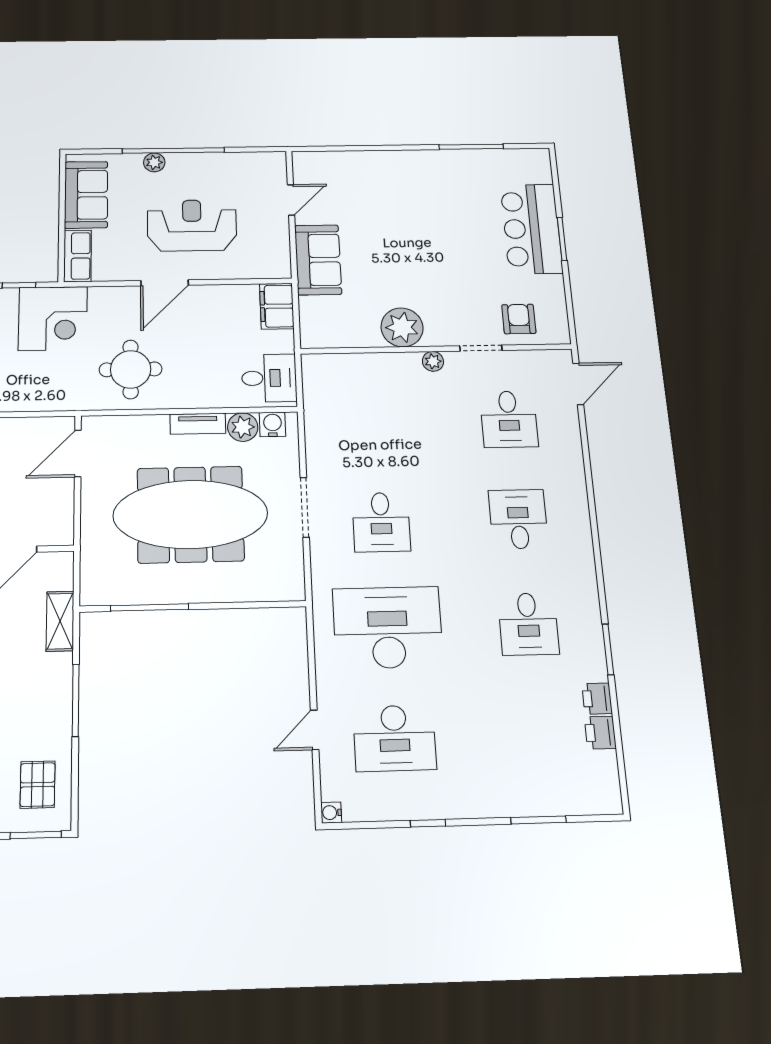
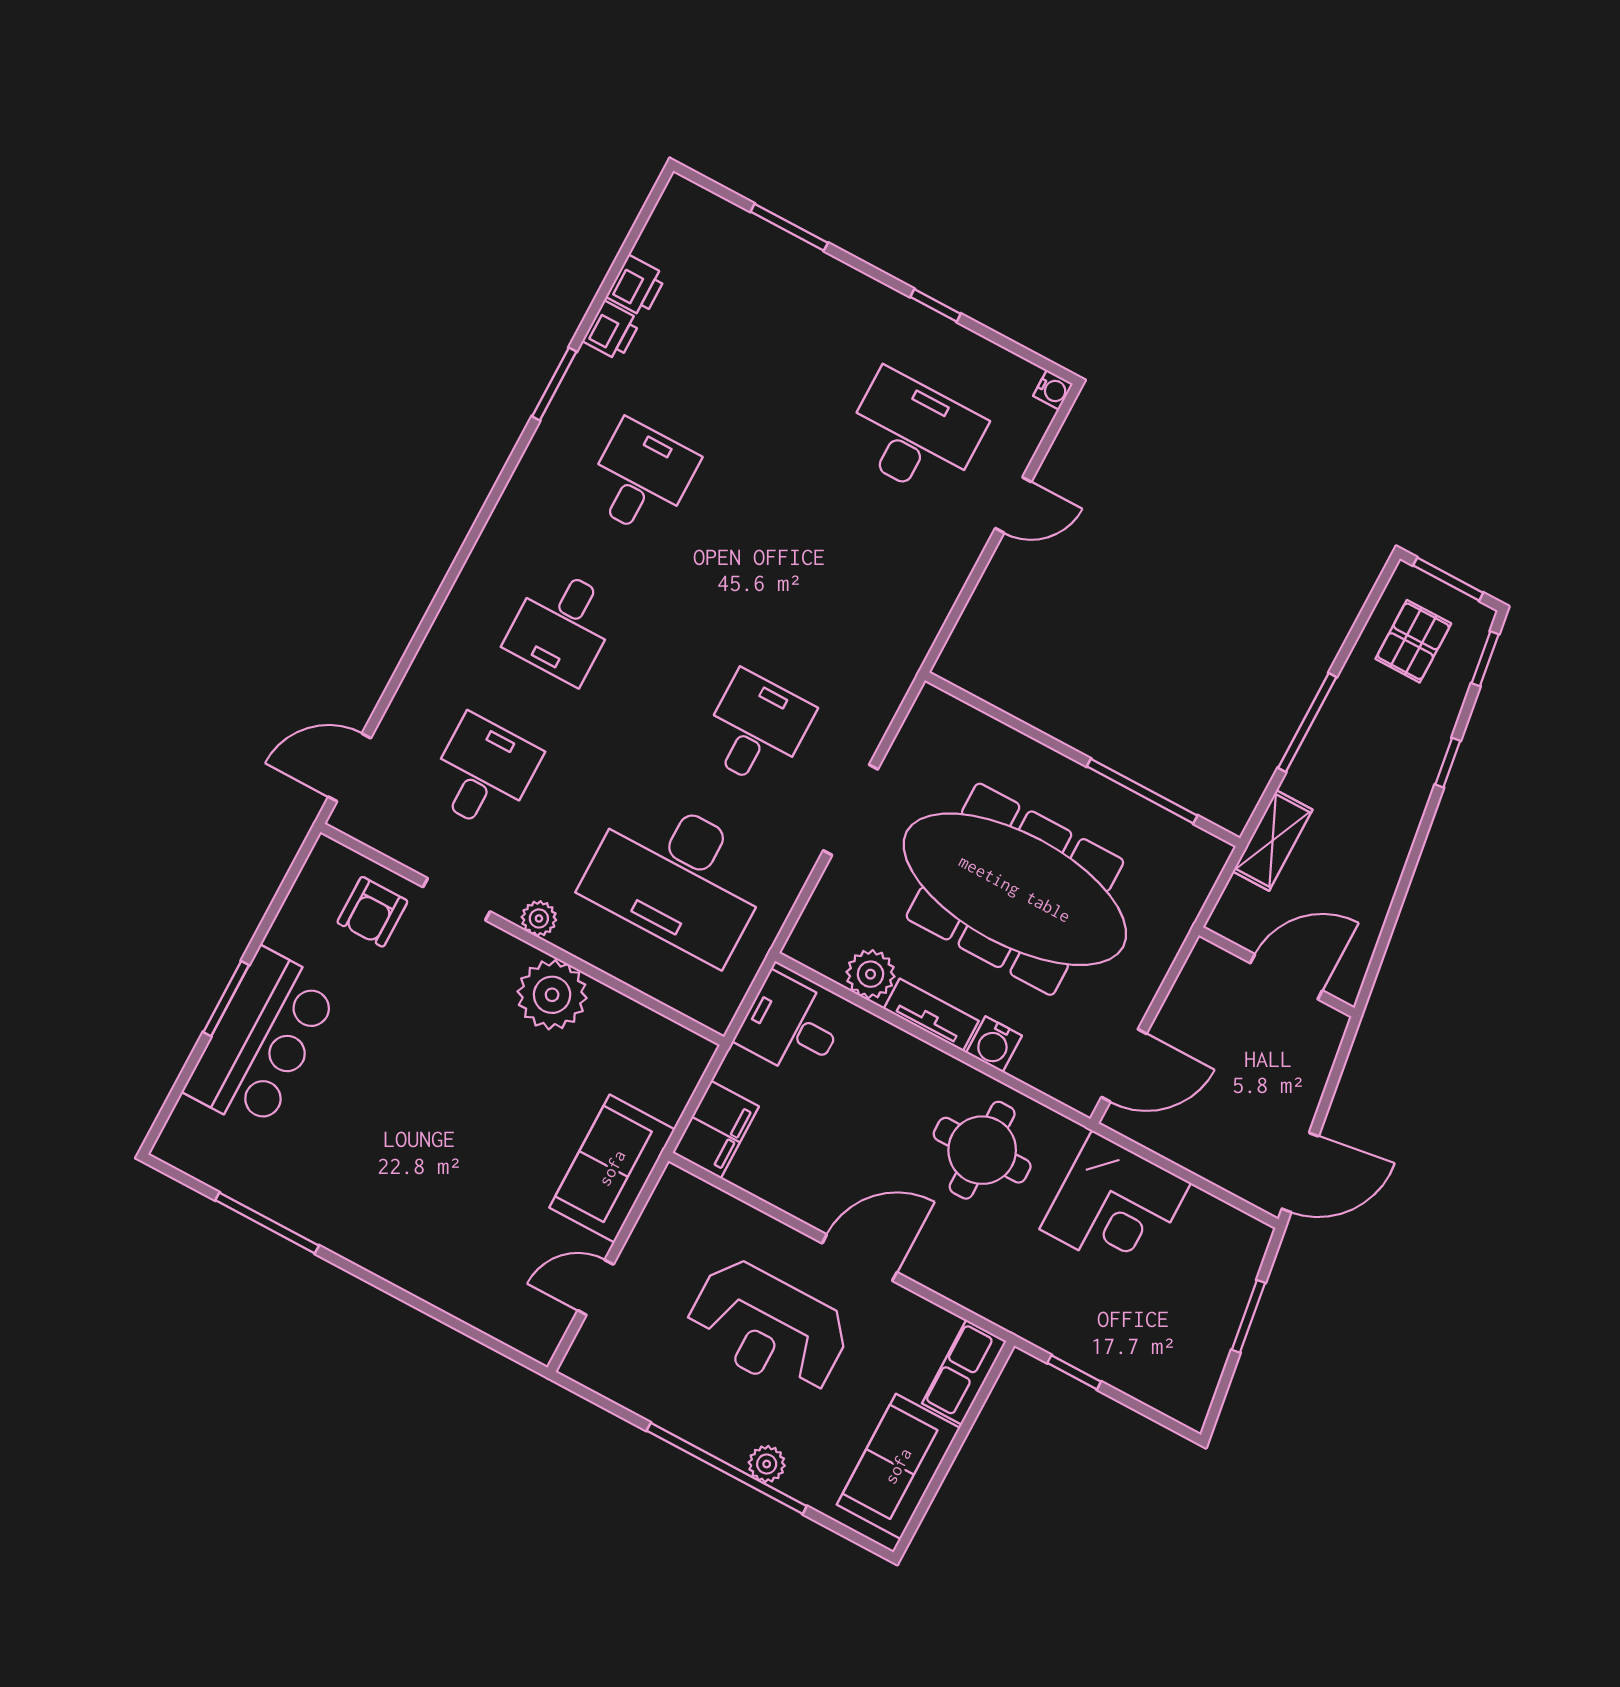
corner desk: (53, 318) -> (1115, 1206), moved, turned 180
water cooler: (272, 424) -> (994, 1044), moved
desk: (388, 627) -> (678, 877), moved

